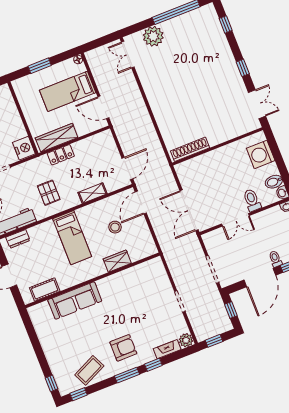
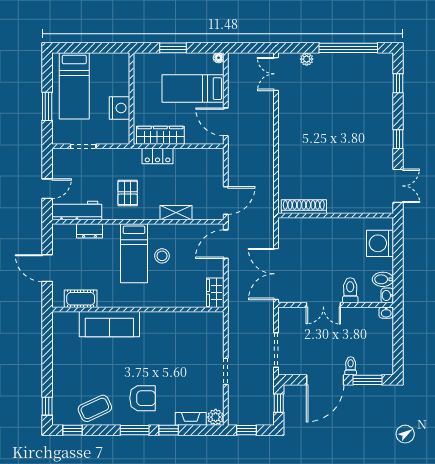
plant: (153, 36) -> (307, 59), width x0.53, depth x0.53
nightstand: (24, 148) -> (119, 108), moved
stool: (115, 227) -> (162, 256), moved
dresser: (18, 239) -> (89, 231), moved
wardrobe: (117, 261) -> (215, 293), moved, turned -90

